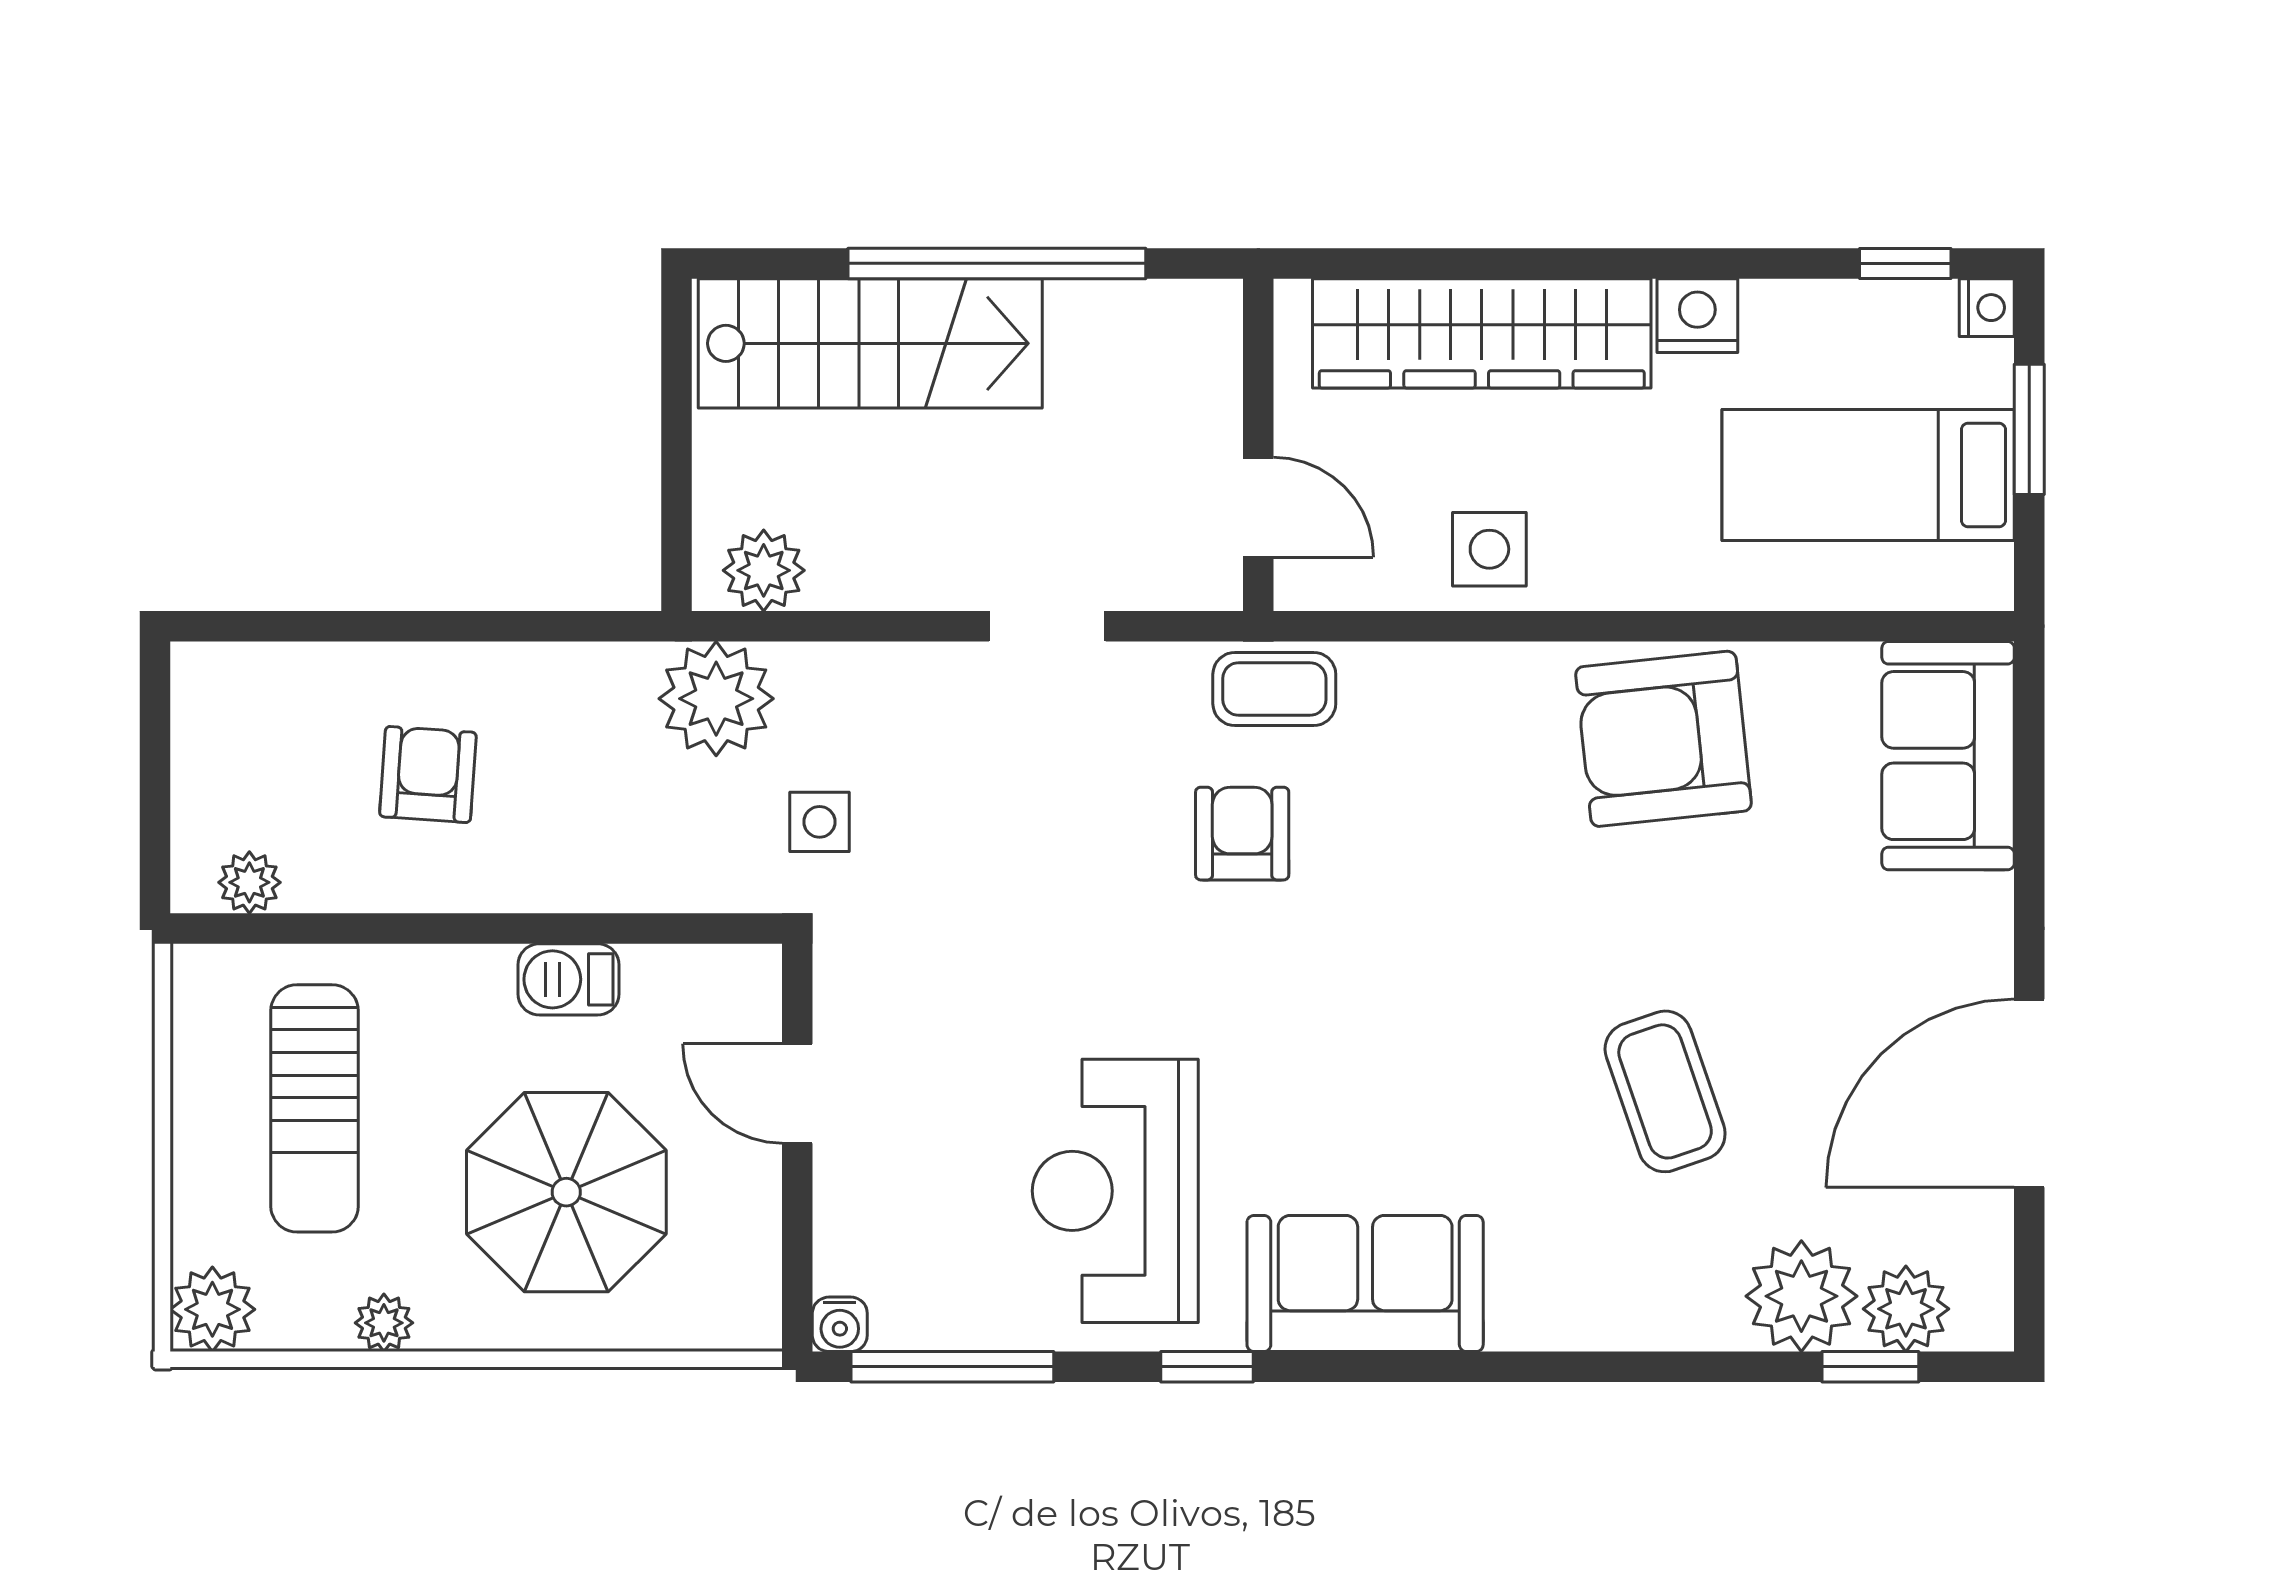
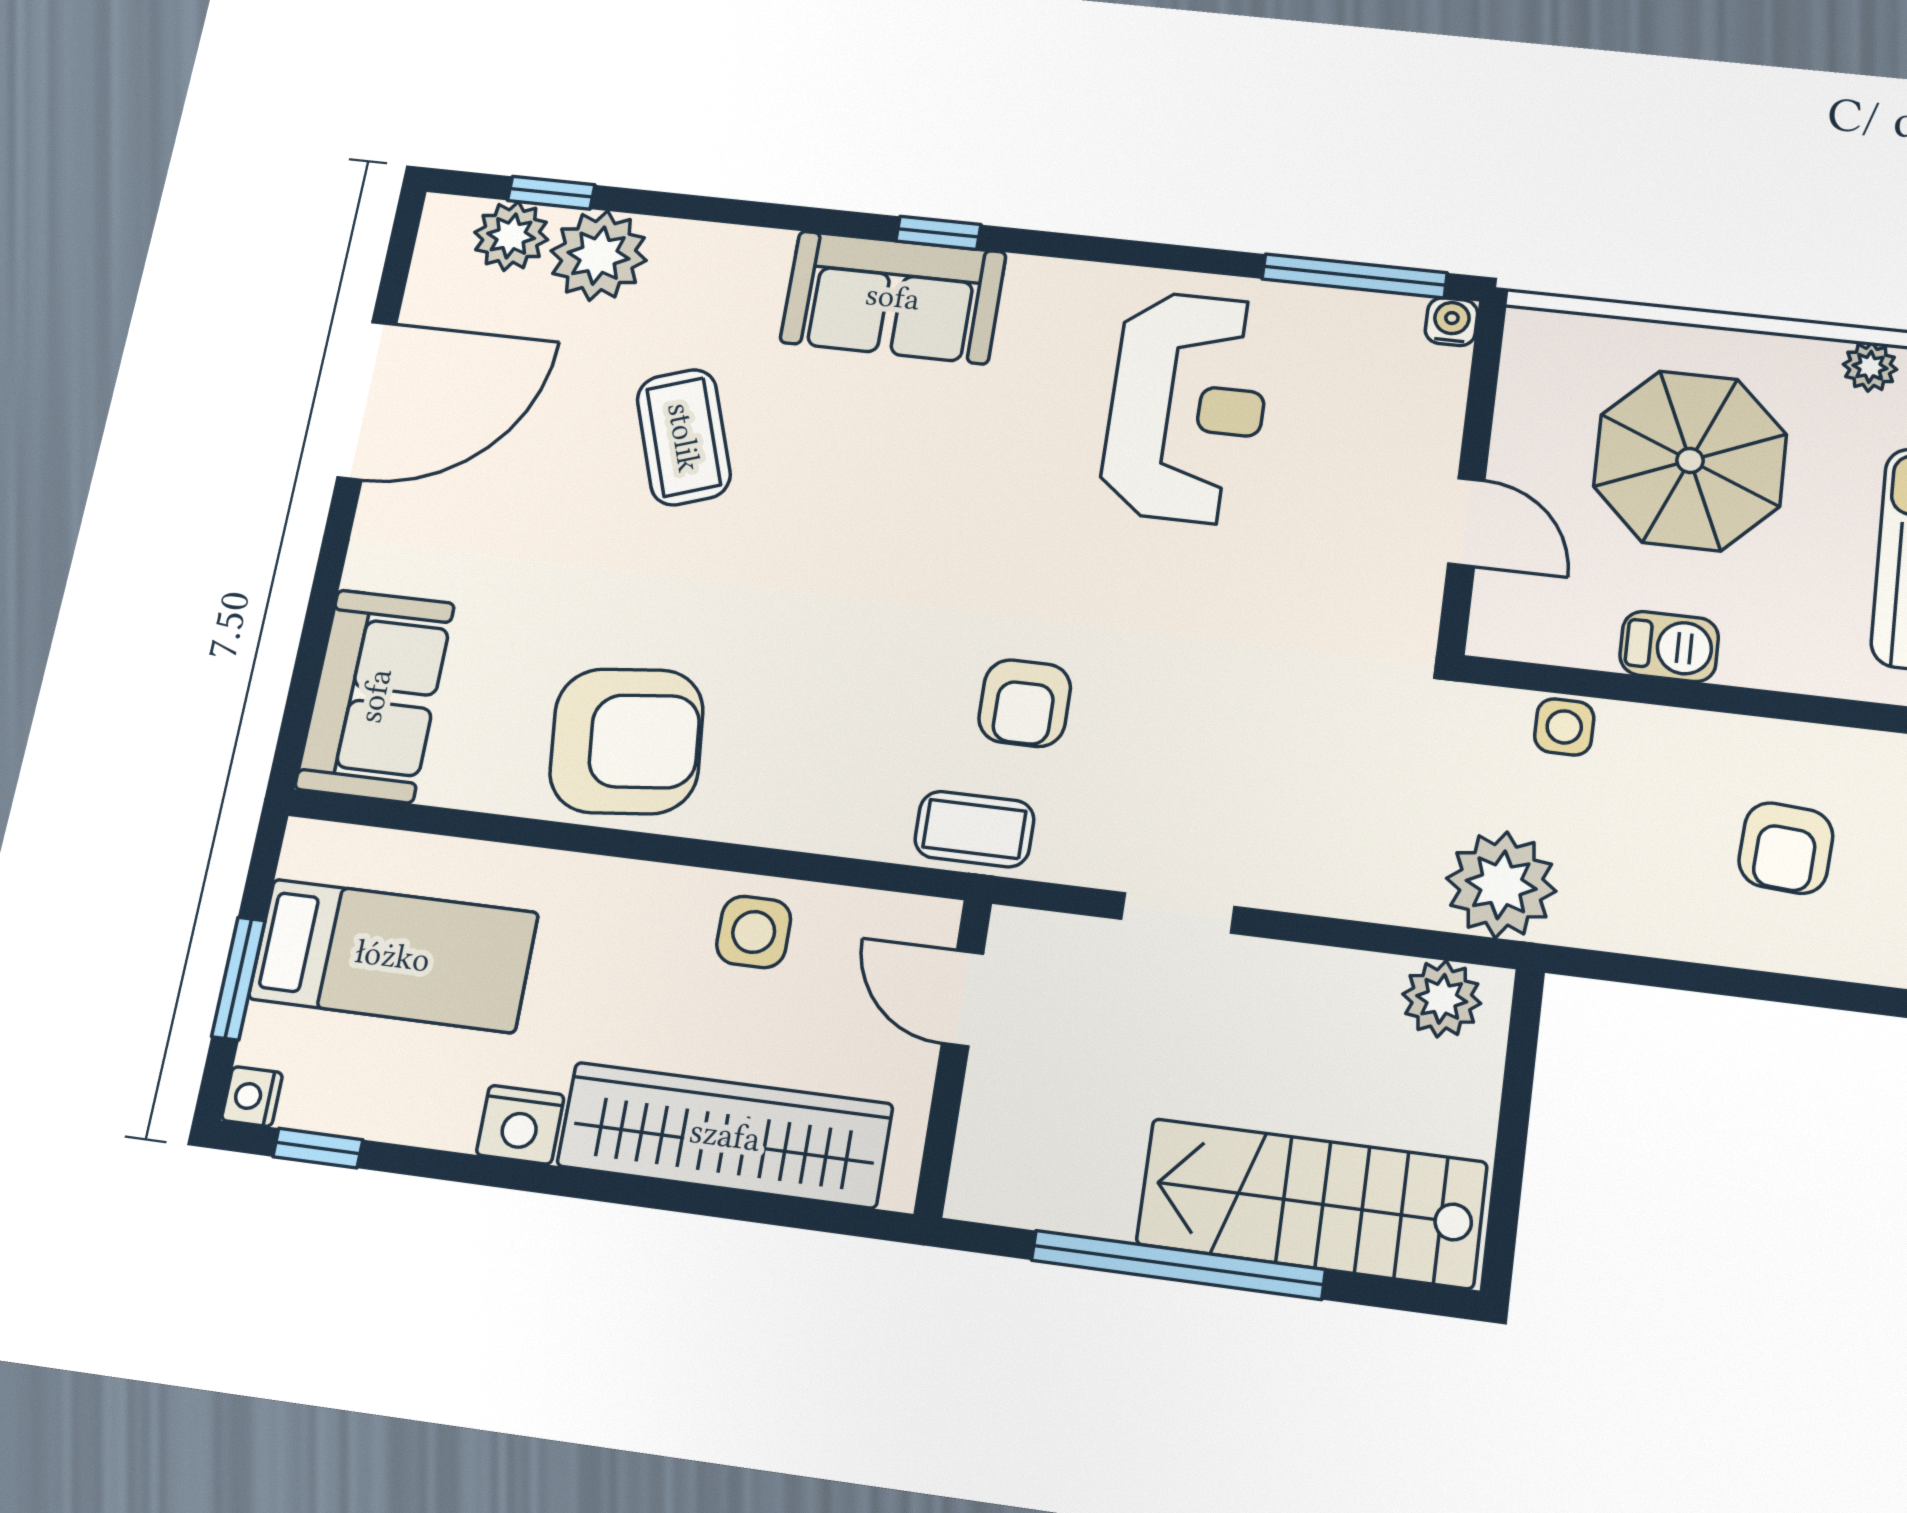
side table: (819, 822) -> (1564, 727), moved
sofa: (1365, 1283) -> (893, 297), moved
window: (1207, 1367) -> (938, 233), moved

